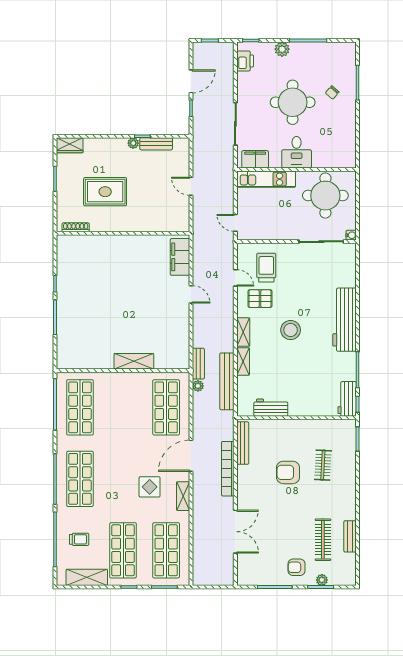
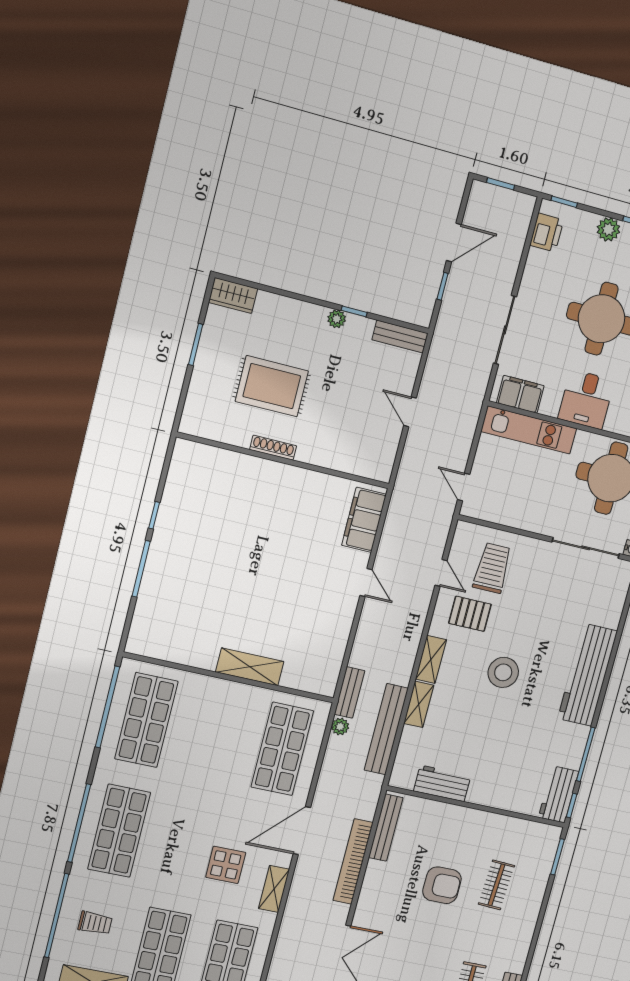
bench: (156, 144) -> (400, 337), moved
shoe rack: (76, 227) -> (273, 448), moved
armchair: (288, 472) -> (442, 885), turned 180

